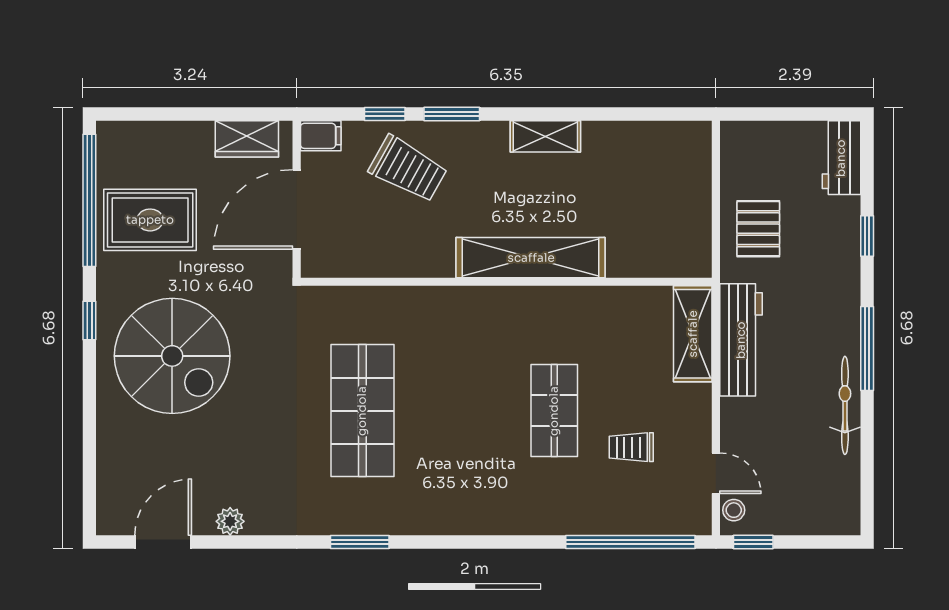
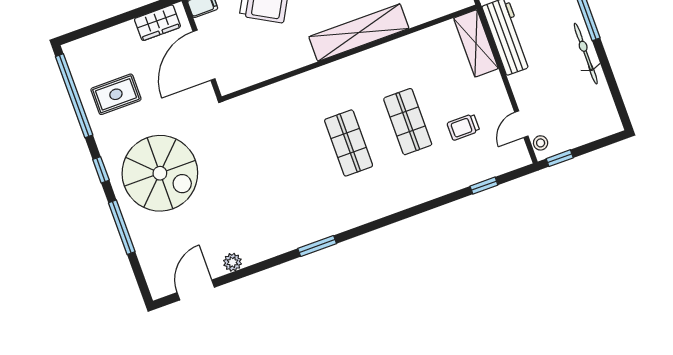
rug: (150, 220) -> (116, 94), width x0.73, depth x0.70
shop shelf: (362, 411) -> (349, 143), moved, width x0.70, depth x0.74
window: (89, 414) -> (122, 227), added
door: (716, 473) -> (521, 124), swing flipped
window: (630, 542) -> (484, 186), width x0.32

